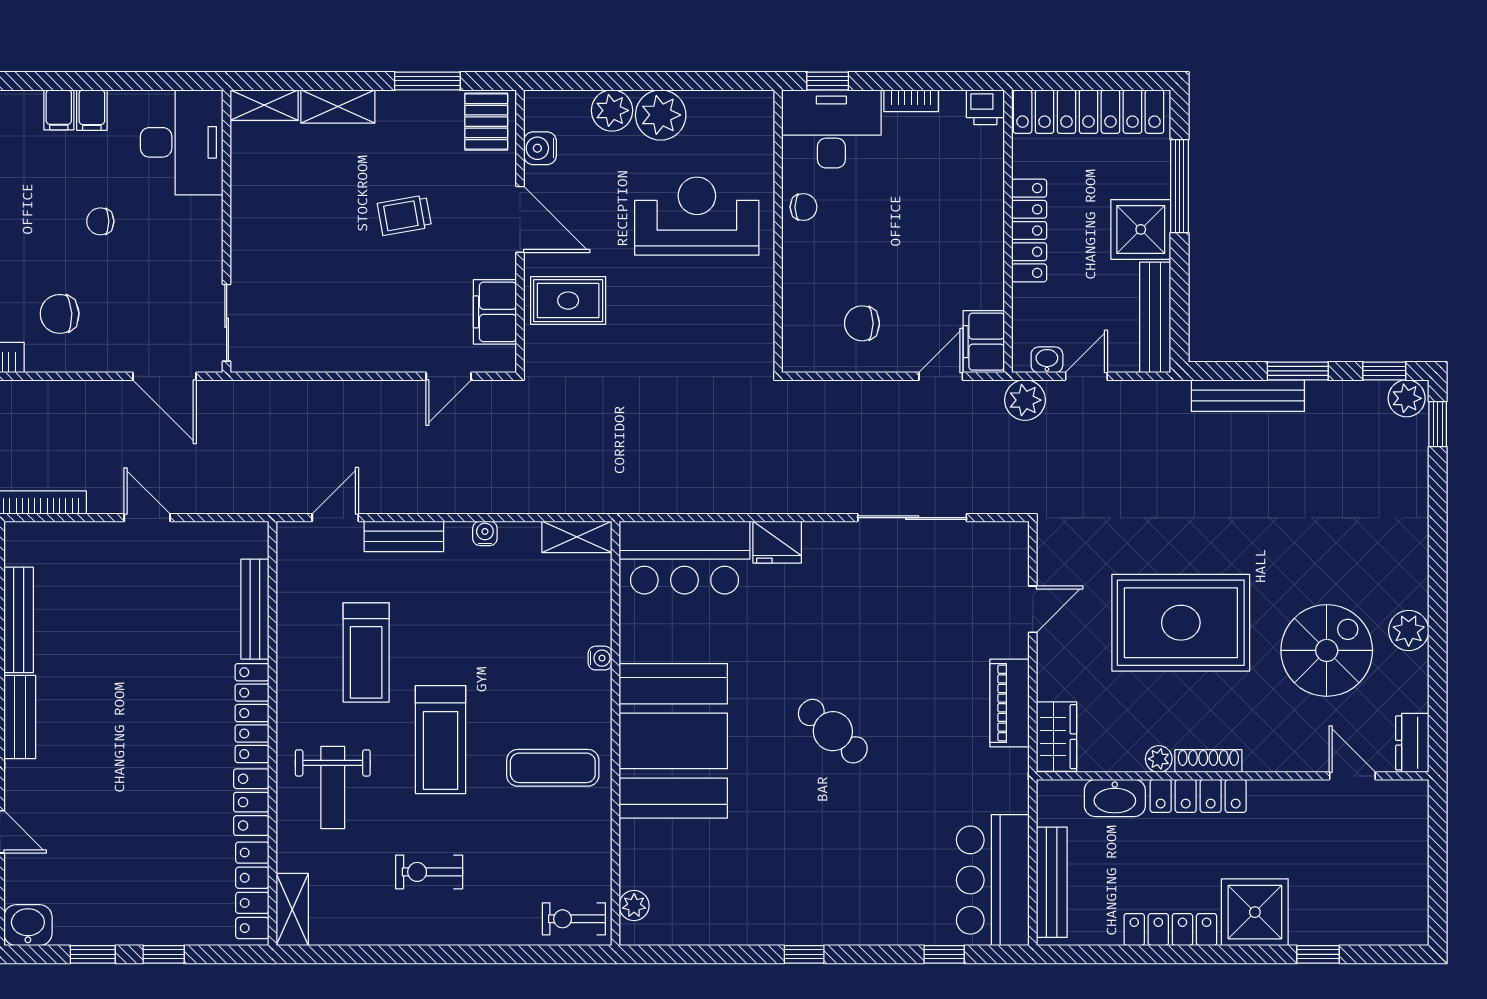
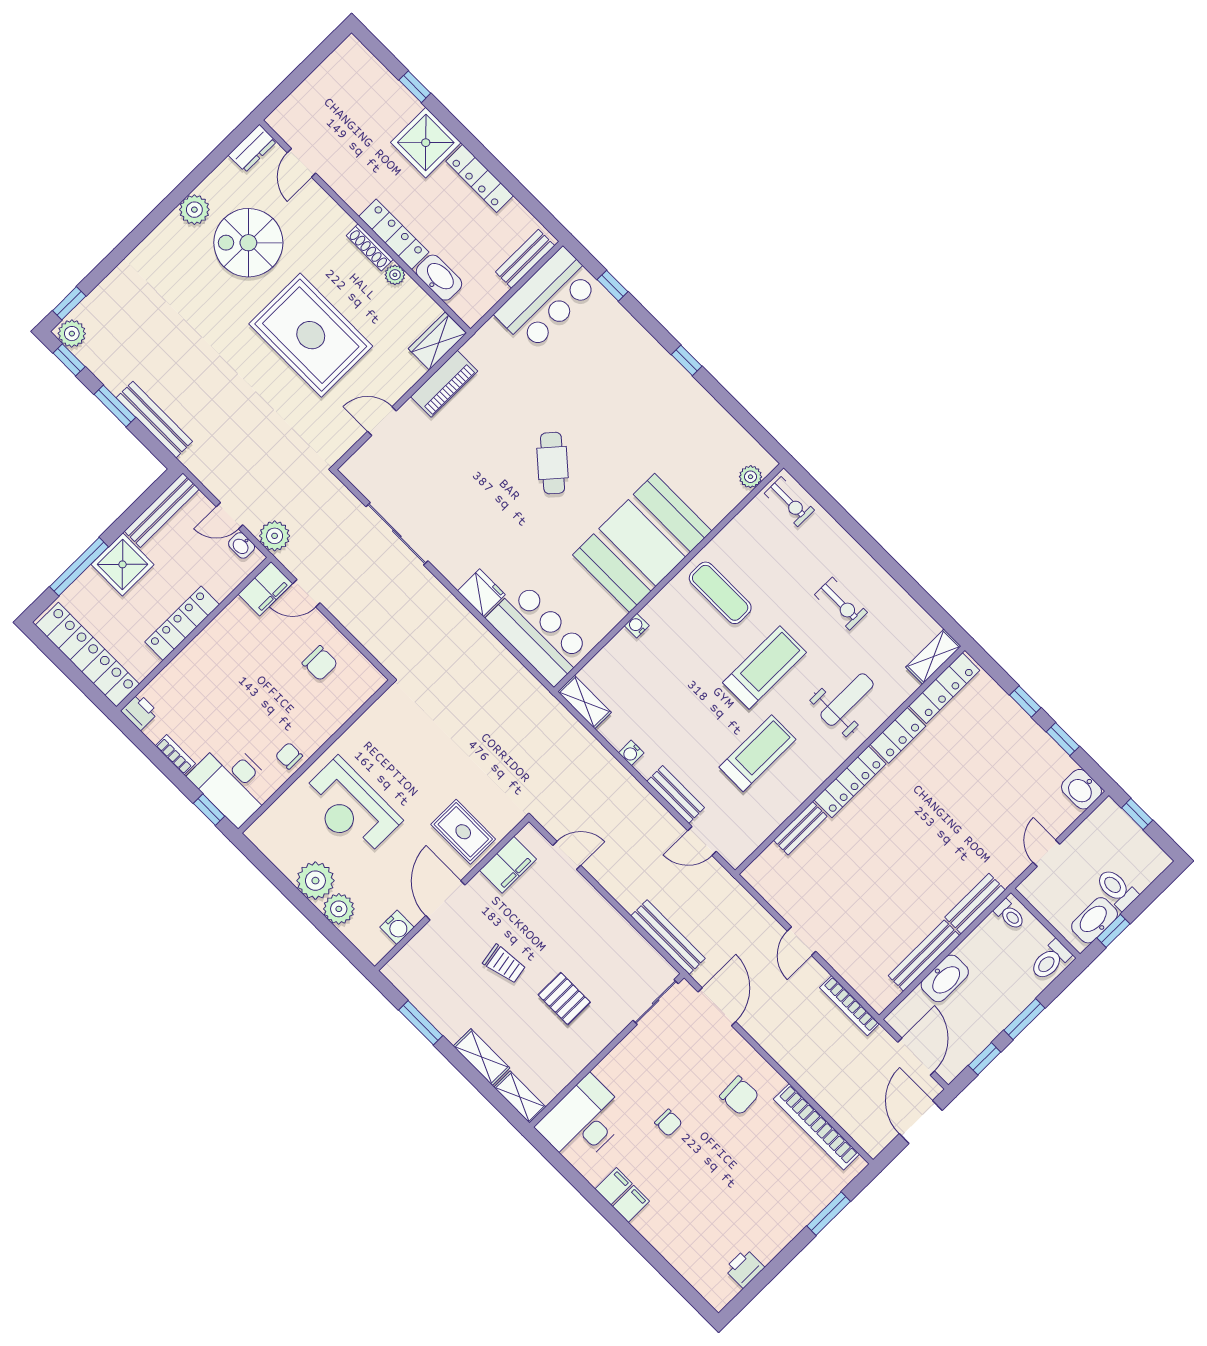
pallet: (486, 122) -> (564, 999), moved, turned 90
bench: (276, 395) -> (668, 937), added
bench: (255, 609) -> (800, 828), width x0.73
bench: (1052, 882) -> (525, 259), width x0.73

